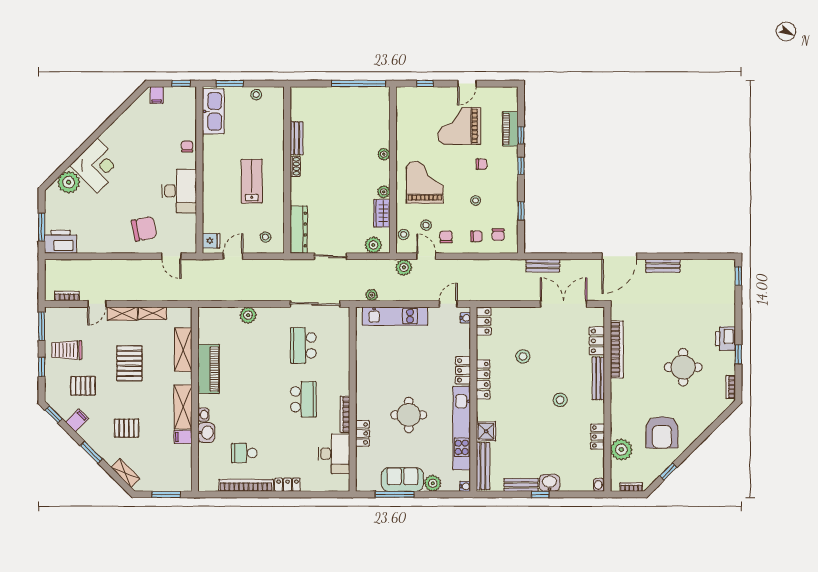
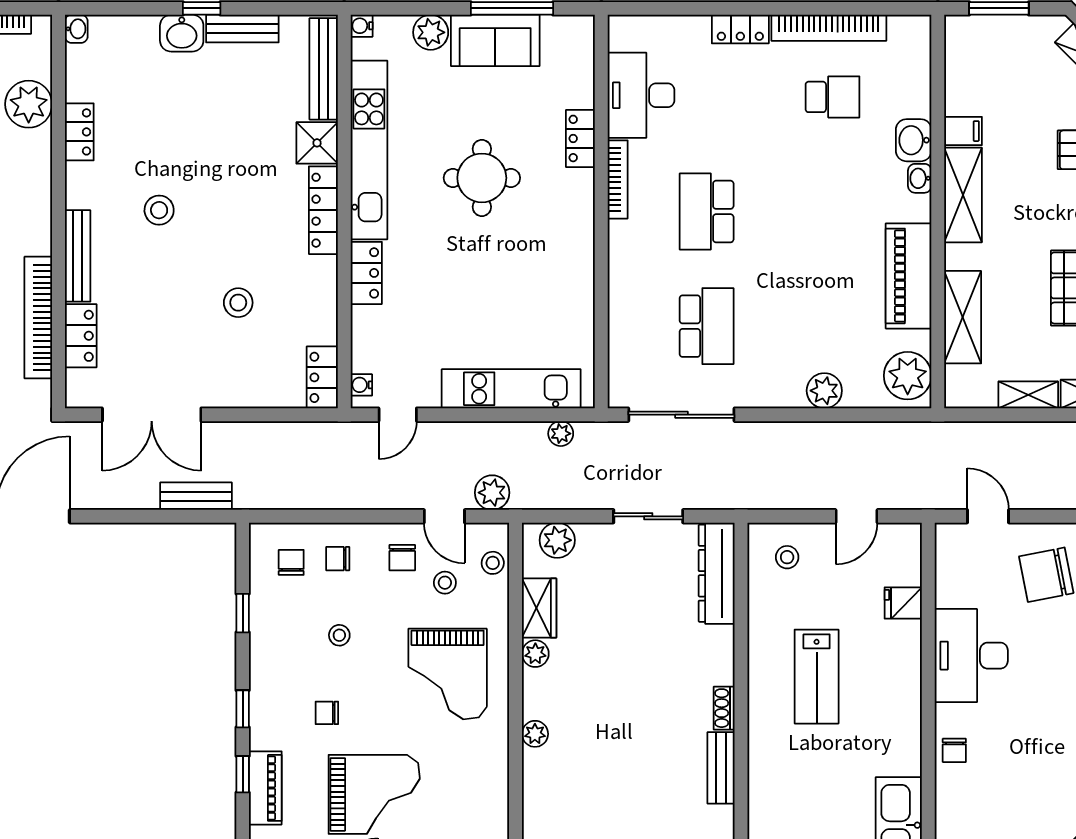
fridge: (211, 241) -> (903, 603), moved
plant: (209, 322) -> (908, 376), added
locker: (483, 379) -> (323, 210), moved

